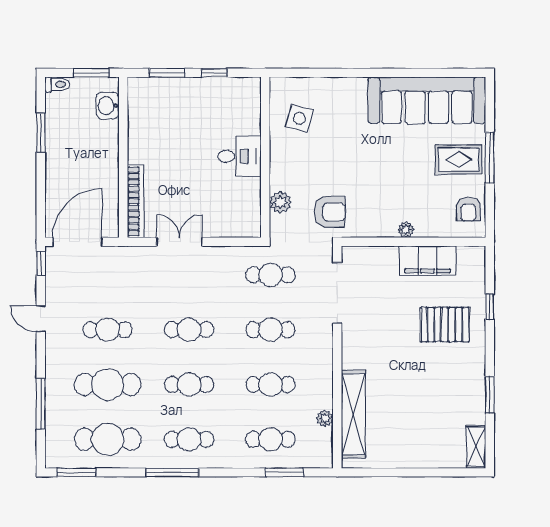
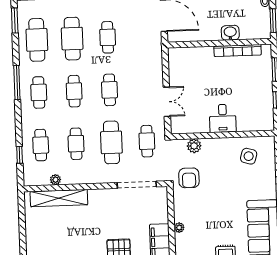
washbasin: (108, 106) -> (230, 33), moved
bookcase: (135, 201) -> (238, 51), moved
double door: (179, 242) -> (167, 102), moved
cafe table: (270, 330) -> (111, 142), width x1.37, depth x1.35
window: (284, 472) -> (20, 155), width x0.67

